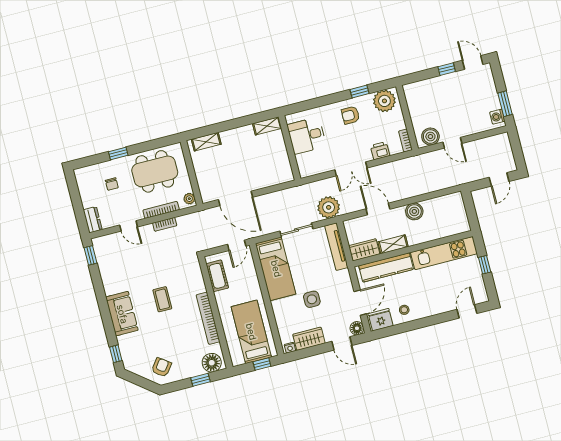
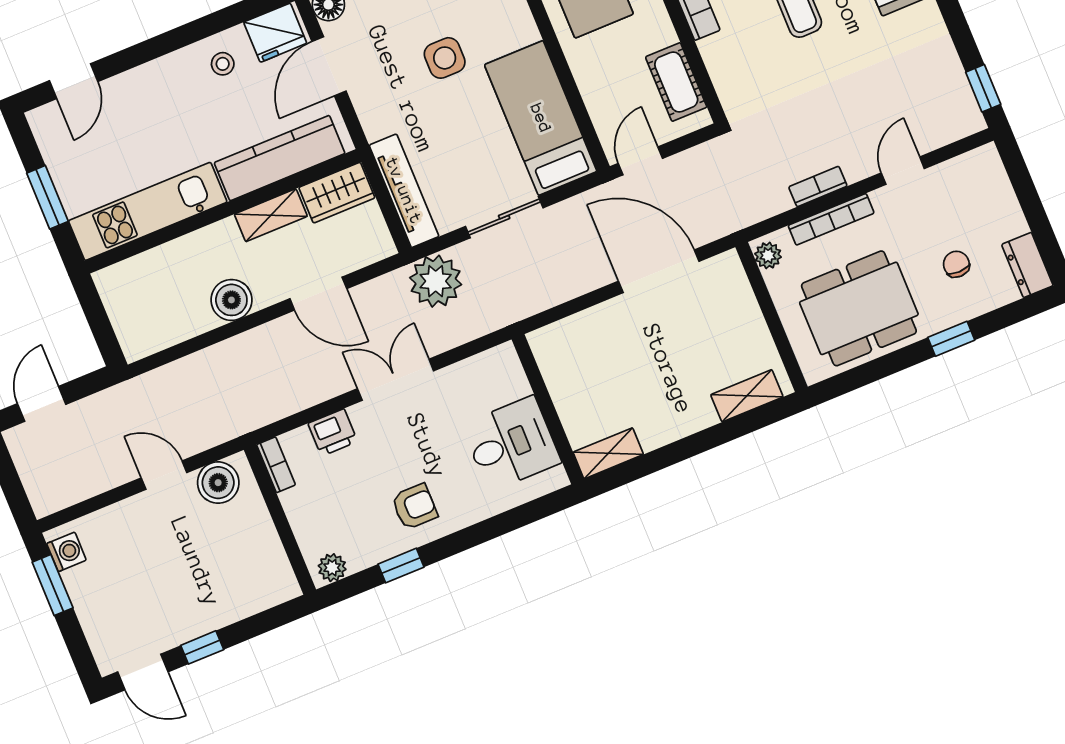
plant: (384, 101) -> (332, 568), width x0.53, depth x0.53
dresser: (93, 220) -> (1027, 265), moved
door: (129, 226) -> (903, 171), hinge flipped
window: (485, 265) -> (47, 197), width x1.50

